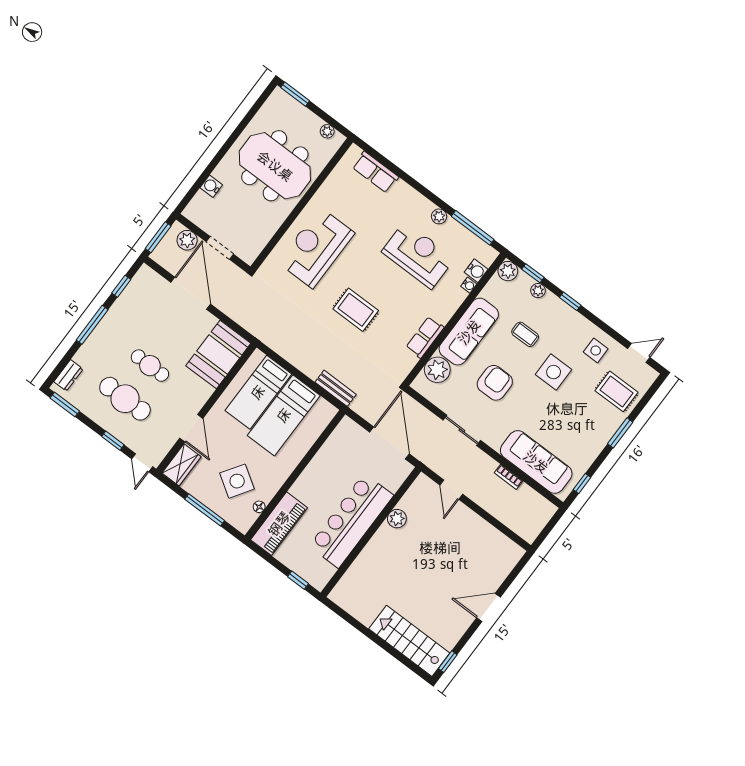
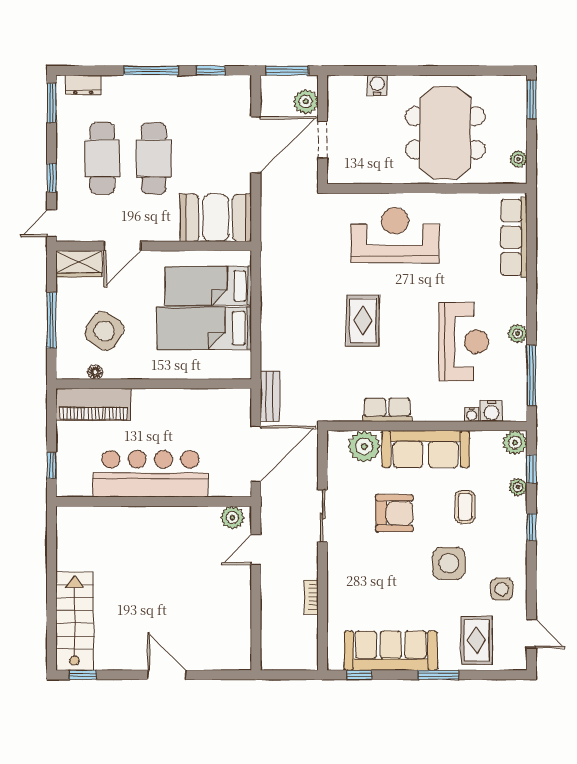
row of seats: (375, 172) -> (514, 237), width x1.48
cafe table: (150, 366) -> (154, 158), width x1.37, depth x1.35
bench: (336, 388) -> (270, 396), moved
sofa: (536, 462) -> (391, 651), moved, turned -90
plant: (397, 519) -> (232, 518), moved

